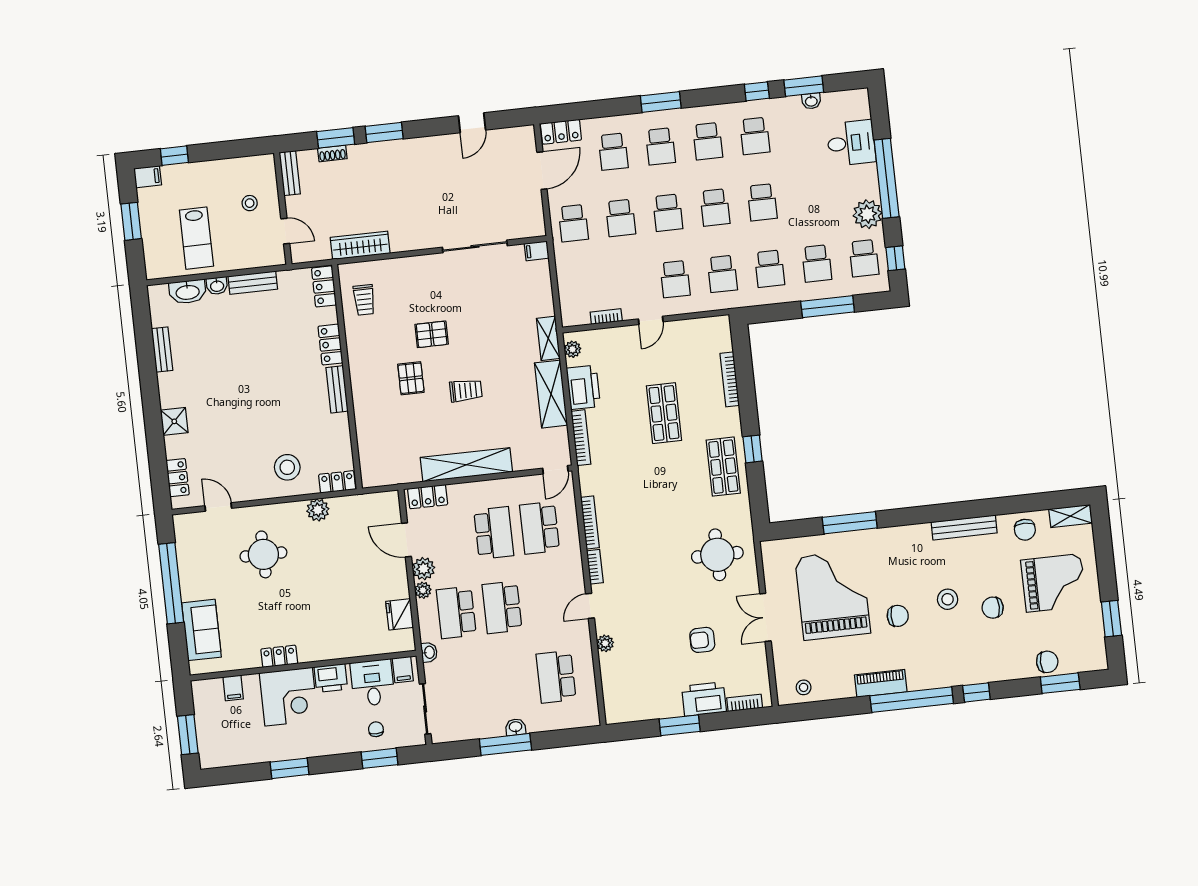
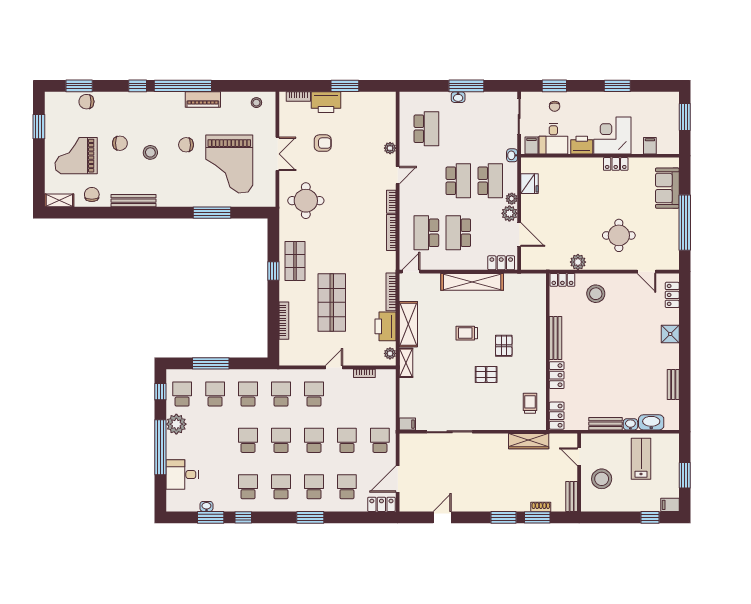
stool: (250, 203) -> (602, 479), width x1.89, depth x1.89
bench: (337, 389) -> (556, 338), width x1.36
shop shelf: (664, 413) -> (332, 302), width x1.43, depth x1.36
school desk: (540, 528) -> (426, 233), turned 180

